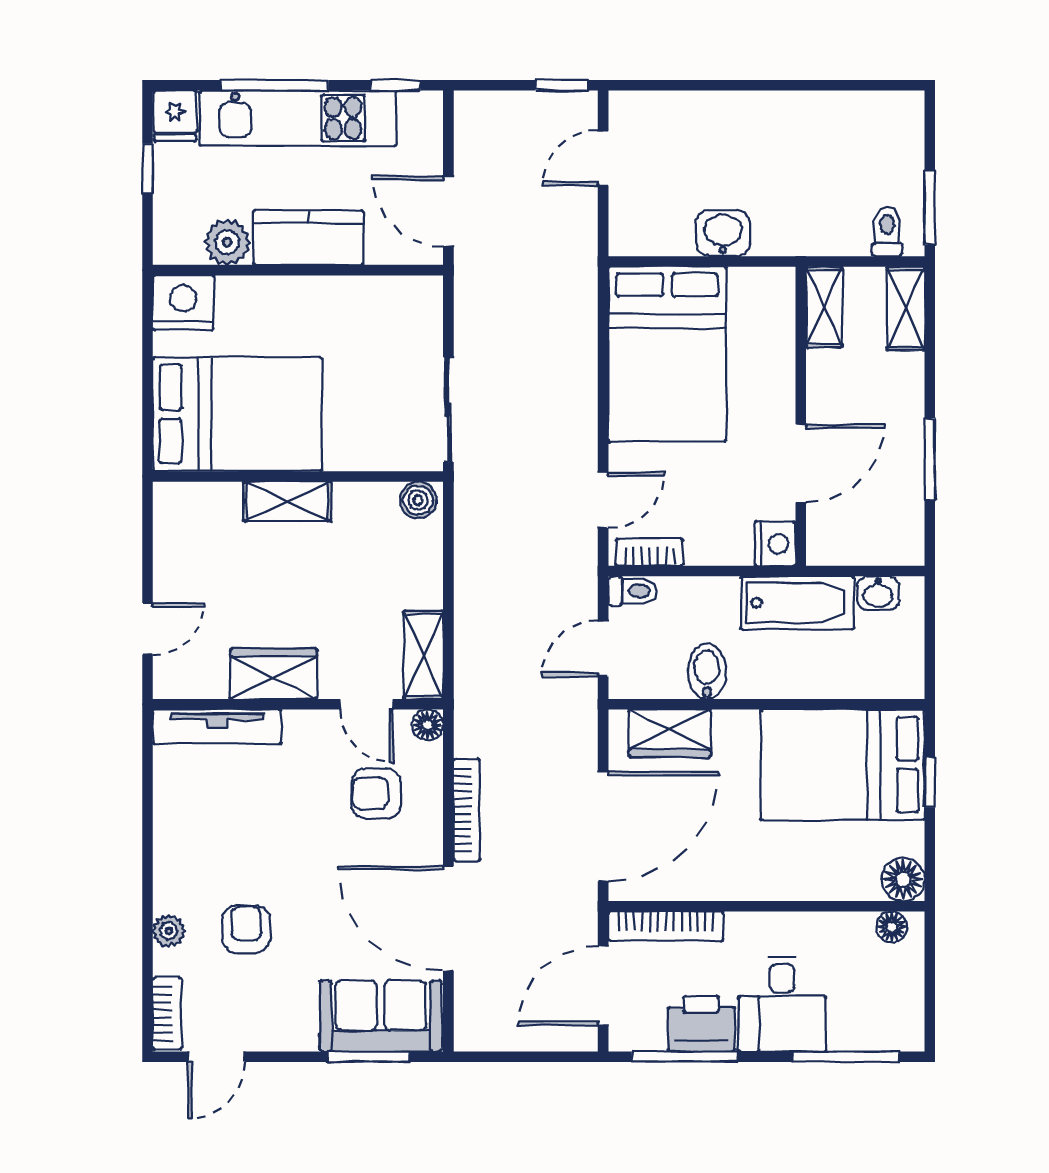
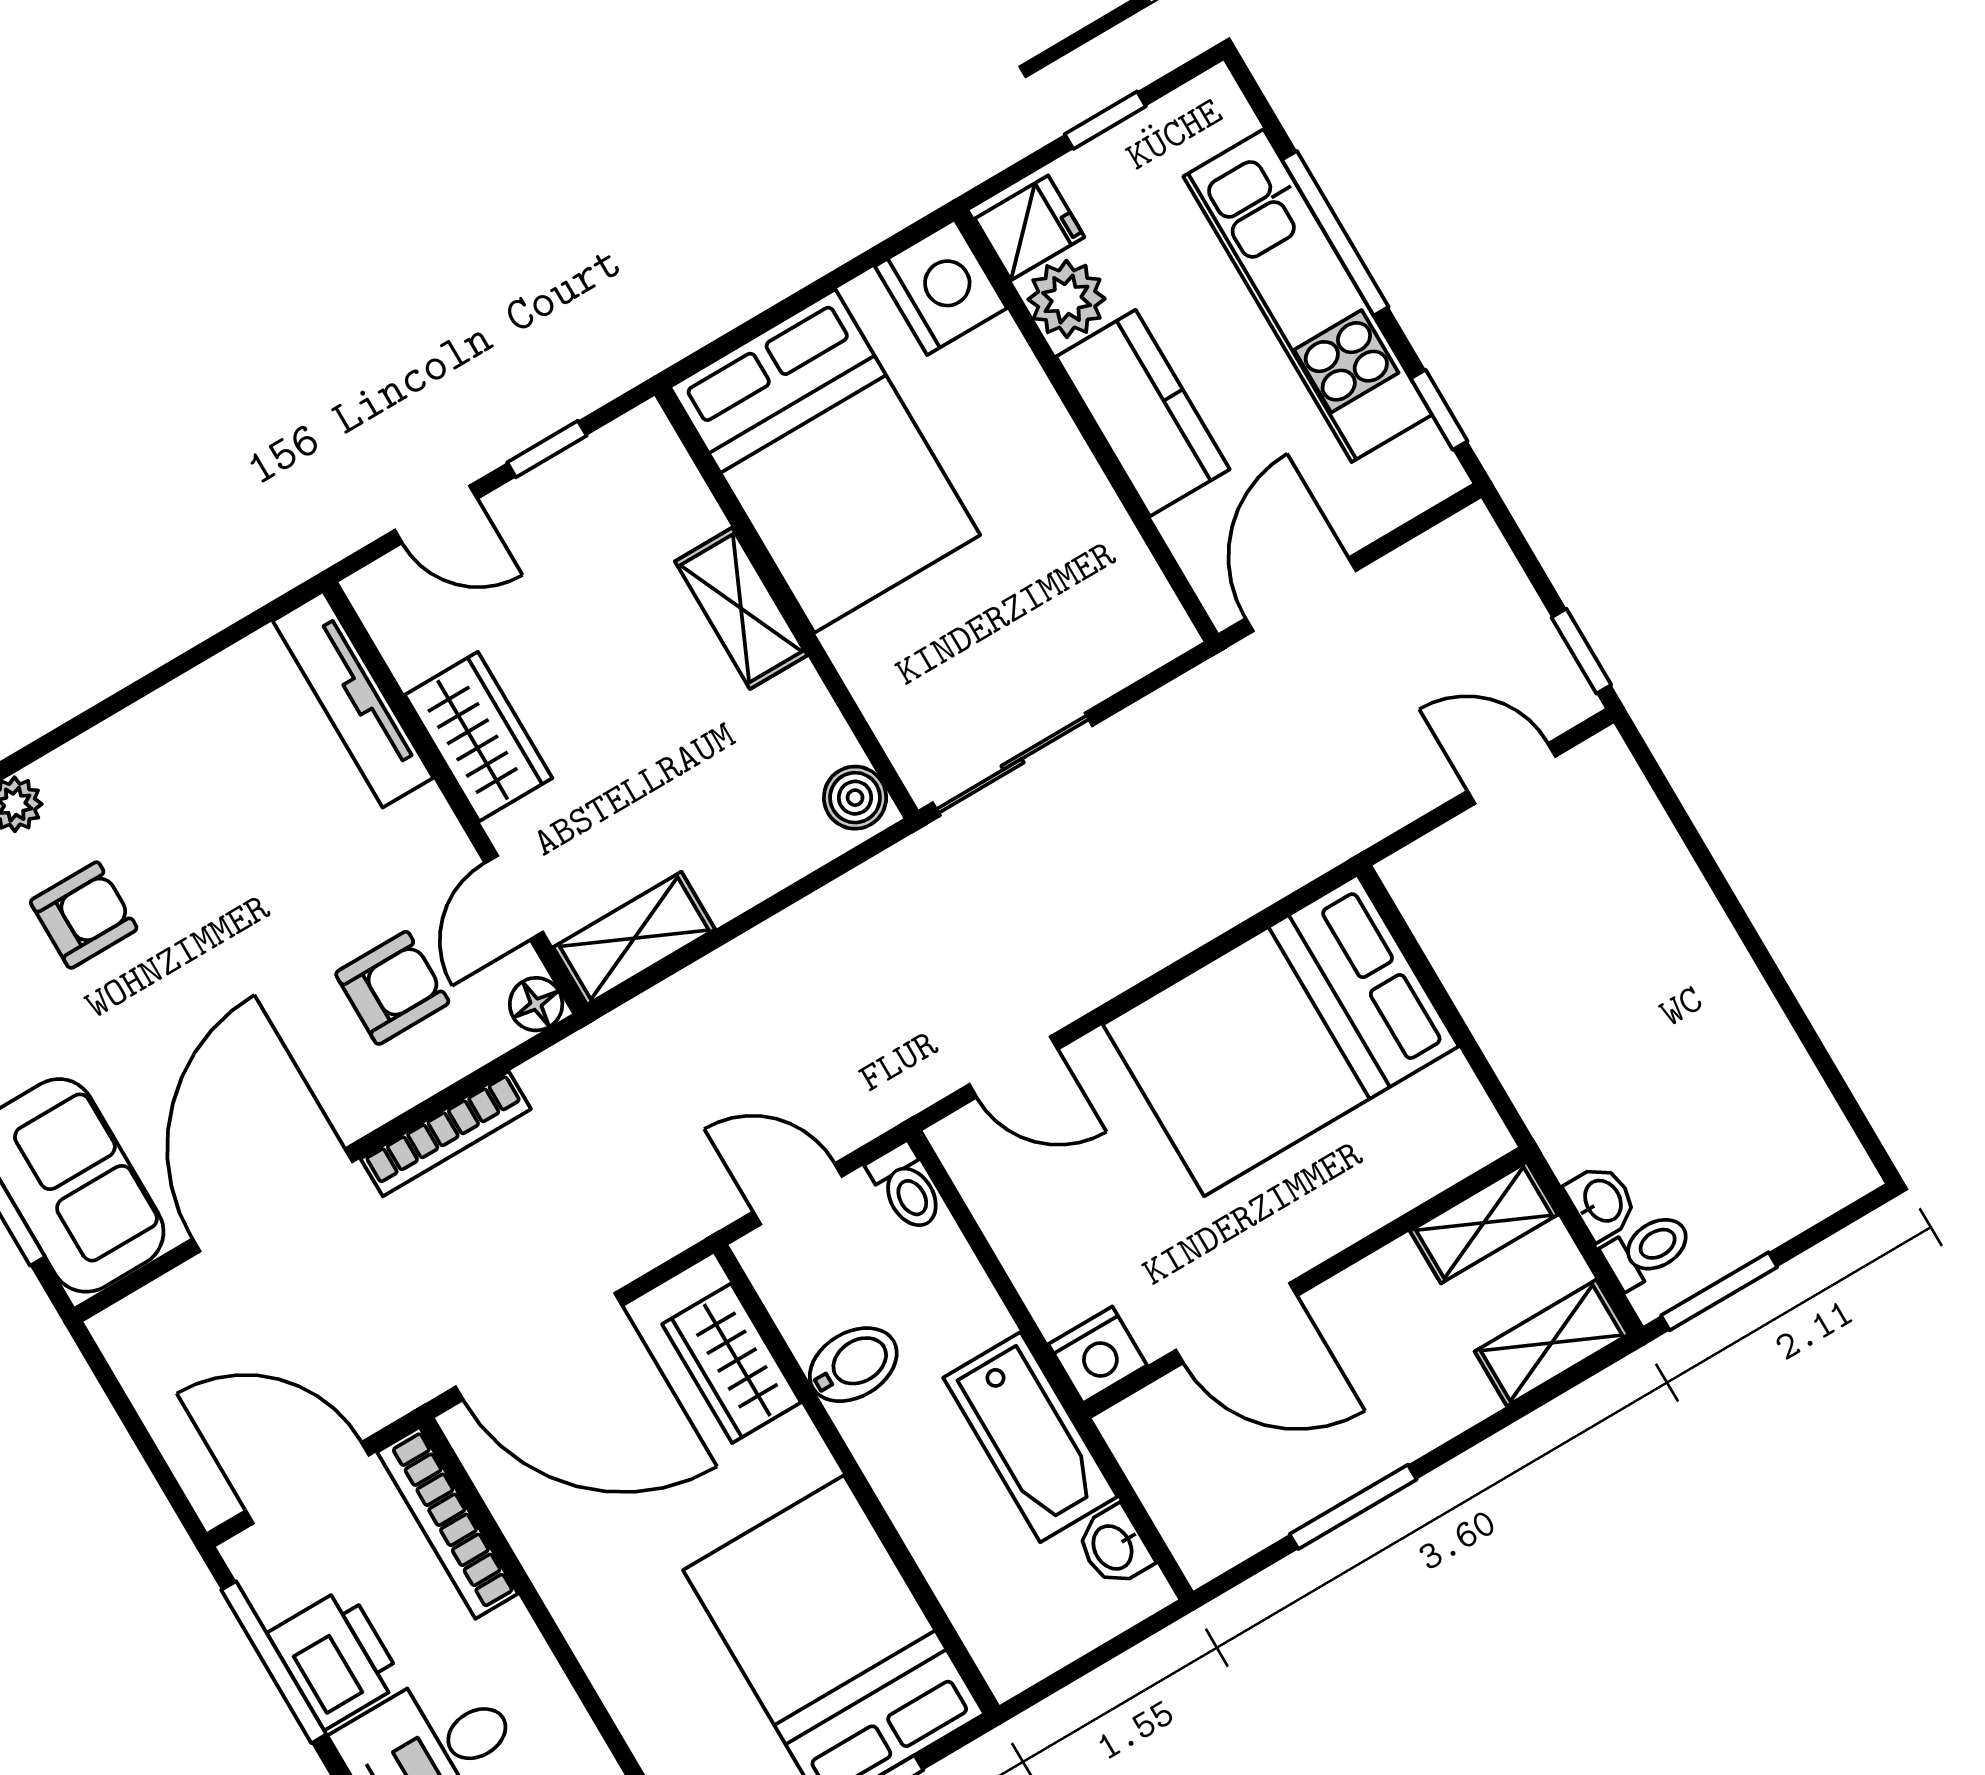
fridge: (175, 116) -> (1030, 228), moved, turned 180
washbasin: (723, 233) -> (1602, 1202), moved, width x0.72, depth x0.69
bookcase: (649, 552) -> (977, 1179), removed
window: (148, 553) -> (547, 449), added
armchair: (376, 793) -> (392, 988), turned 90

